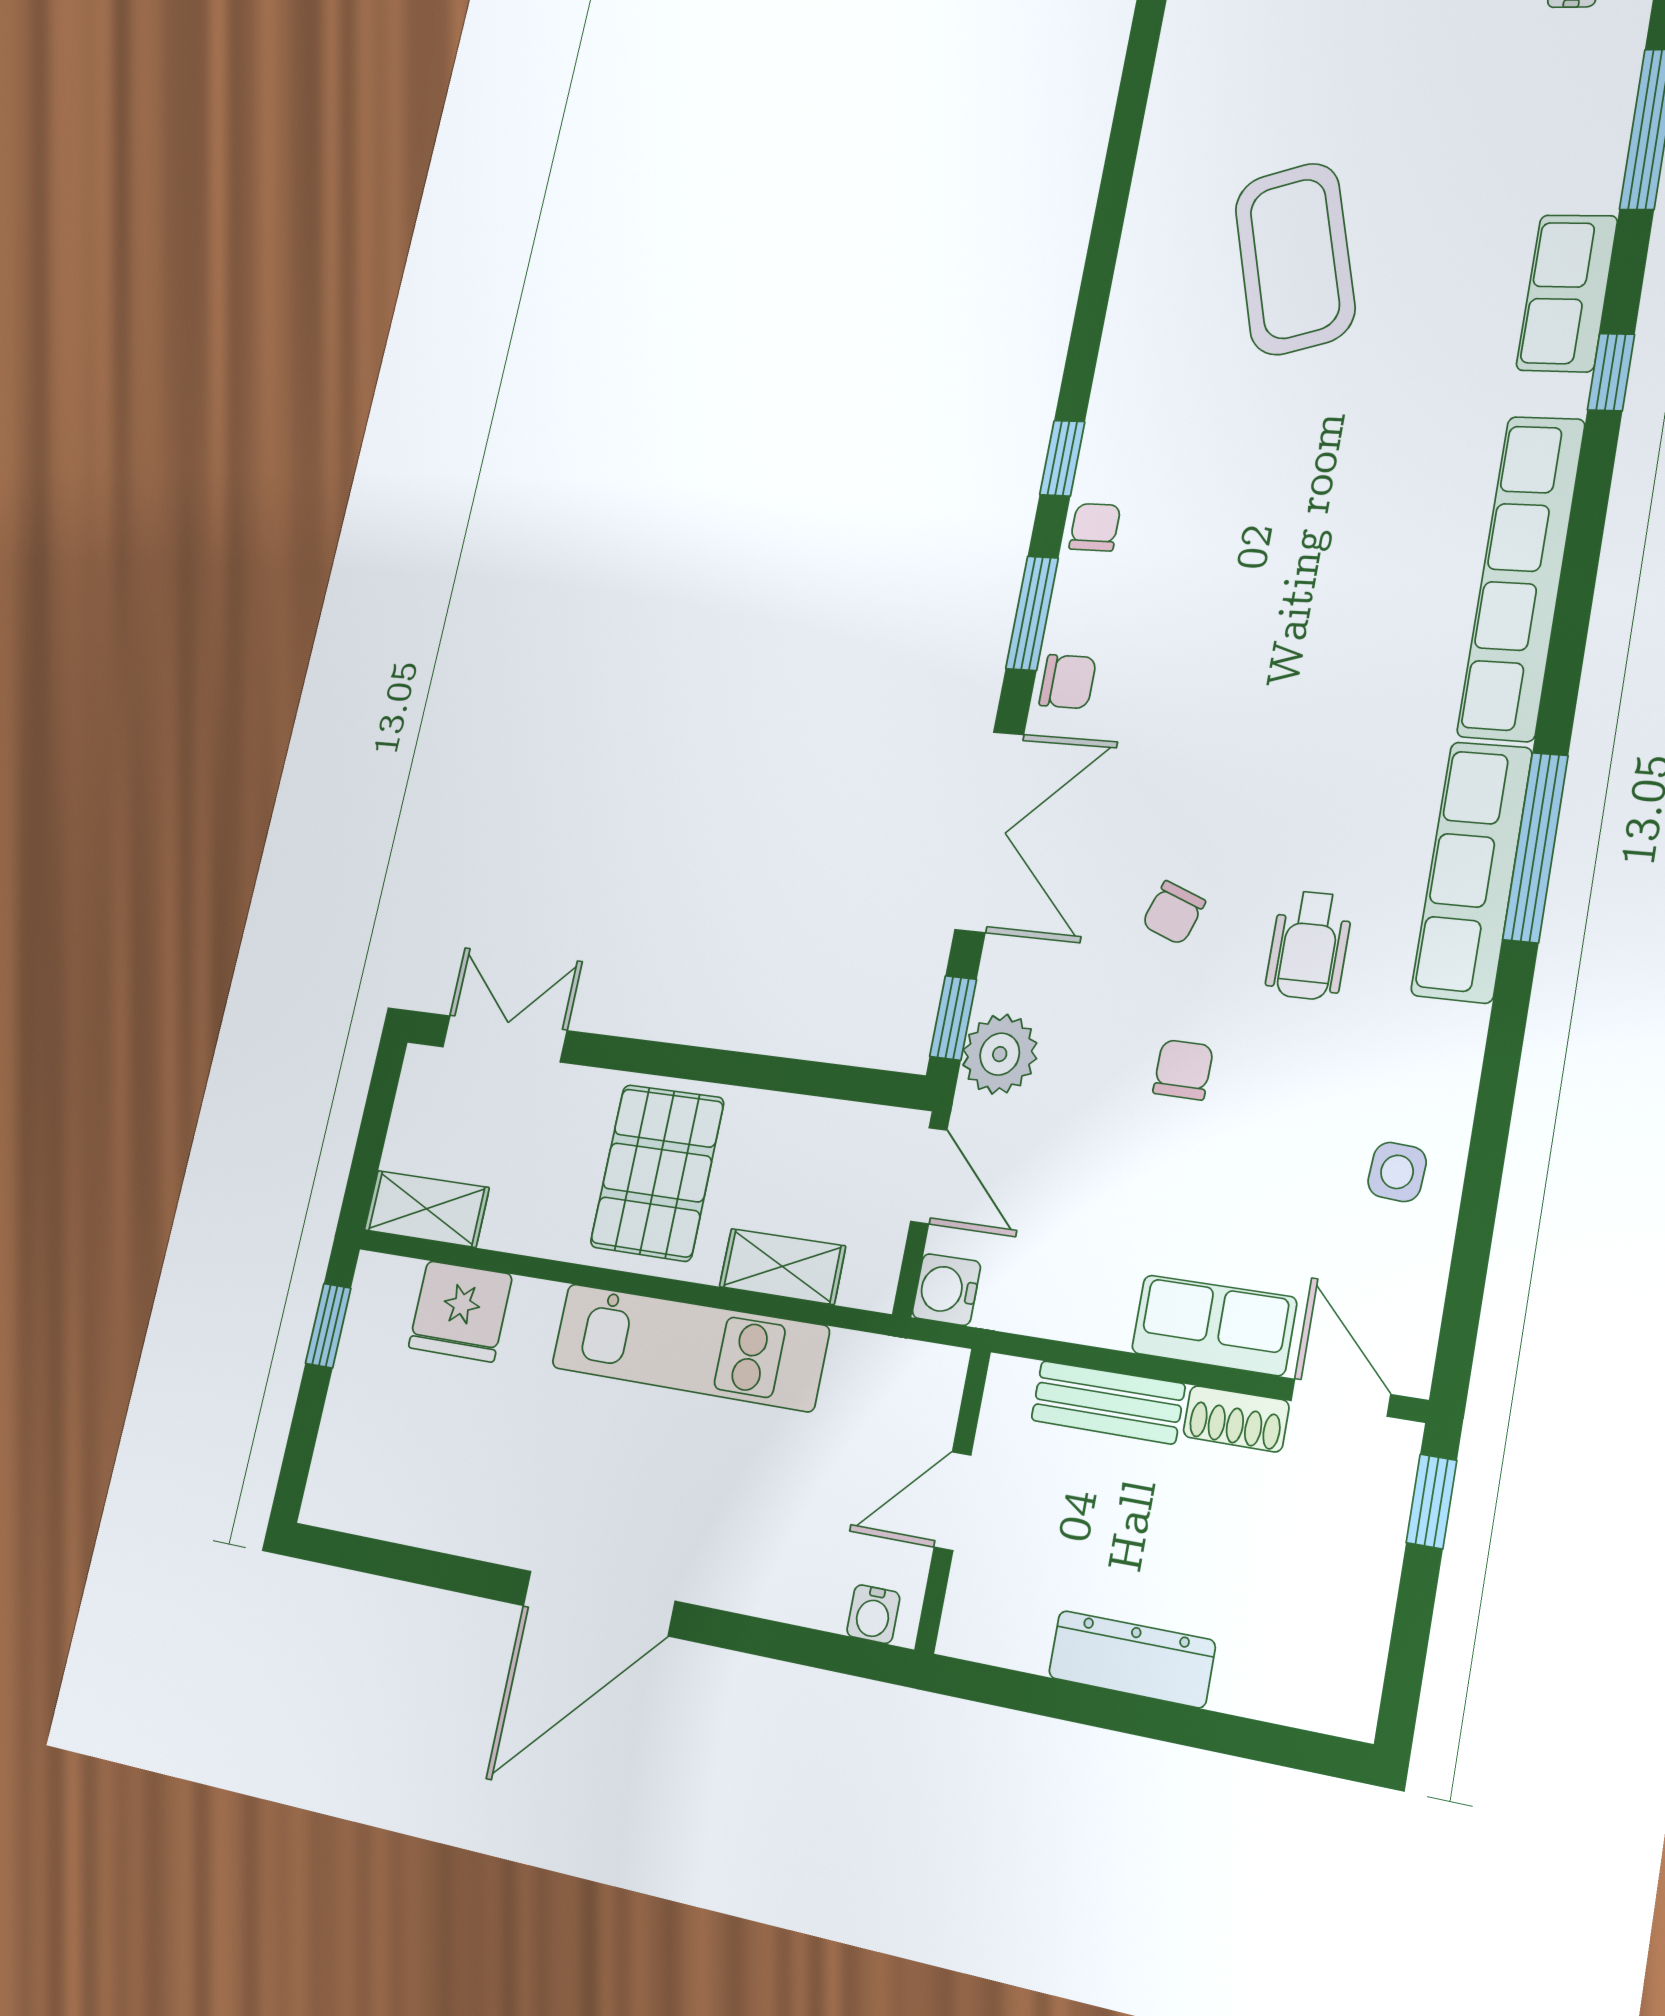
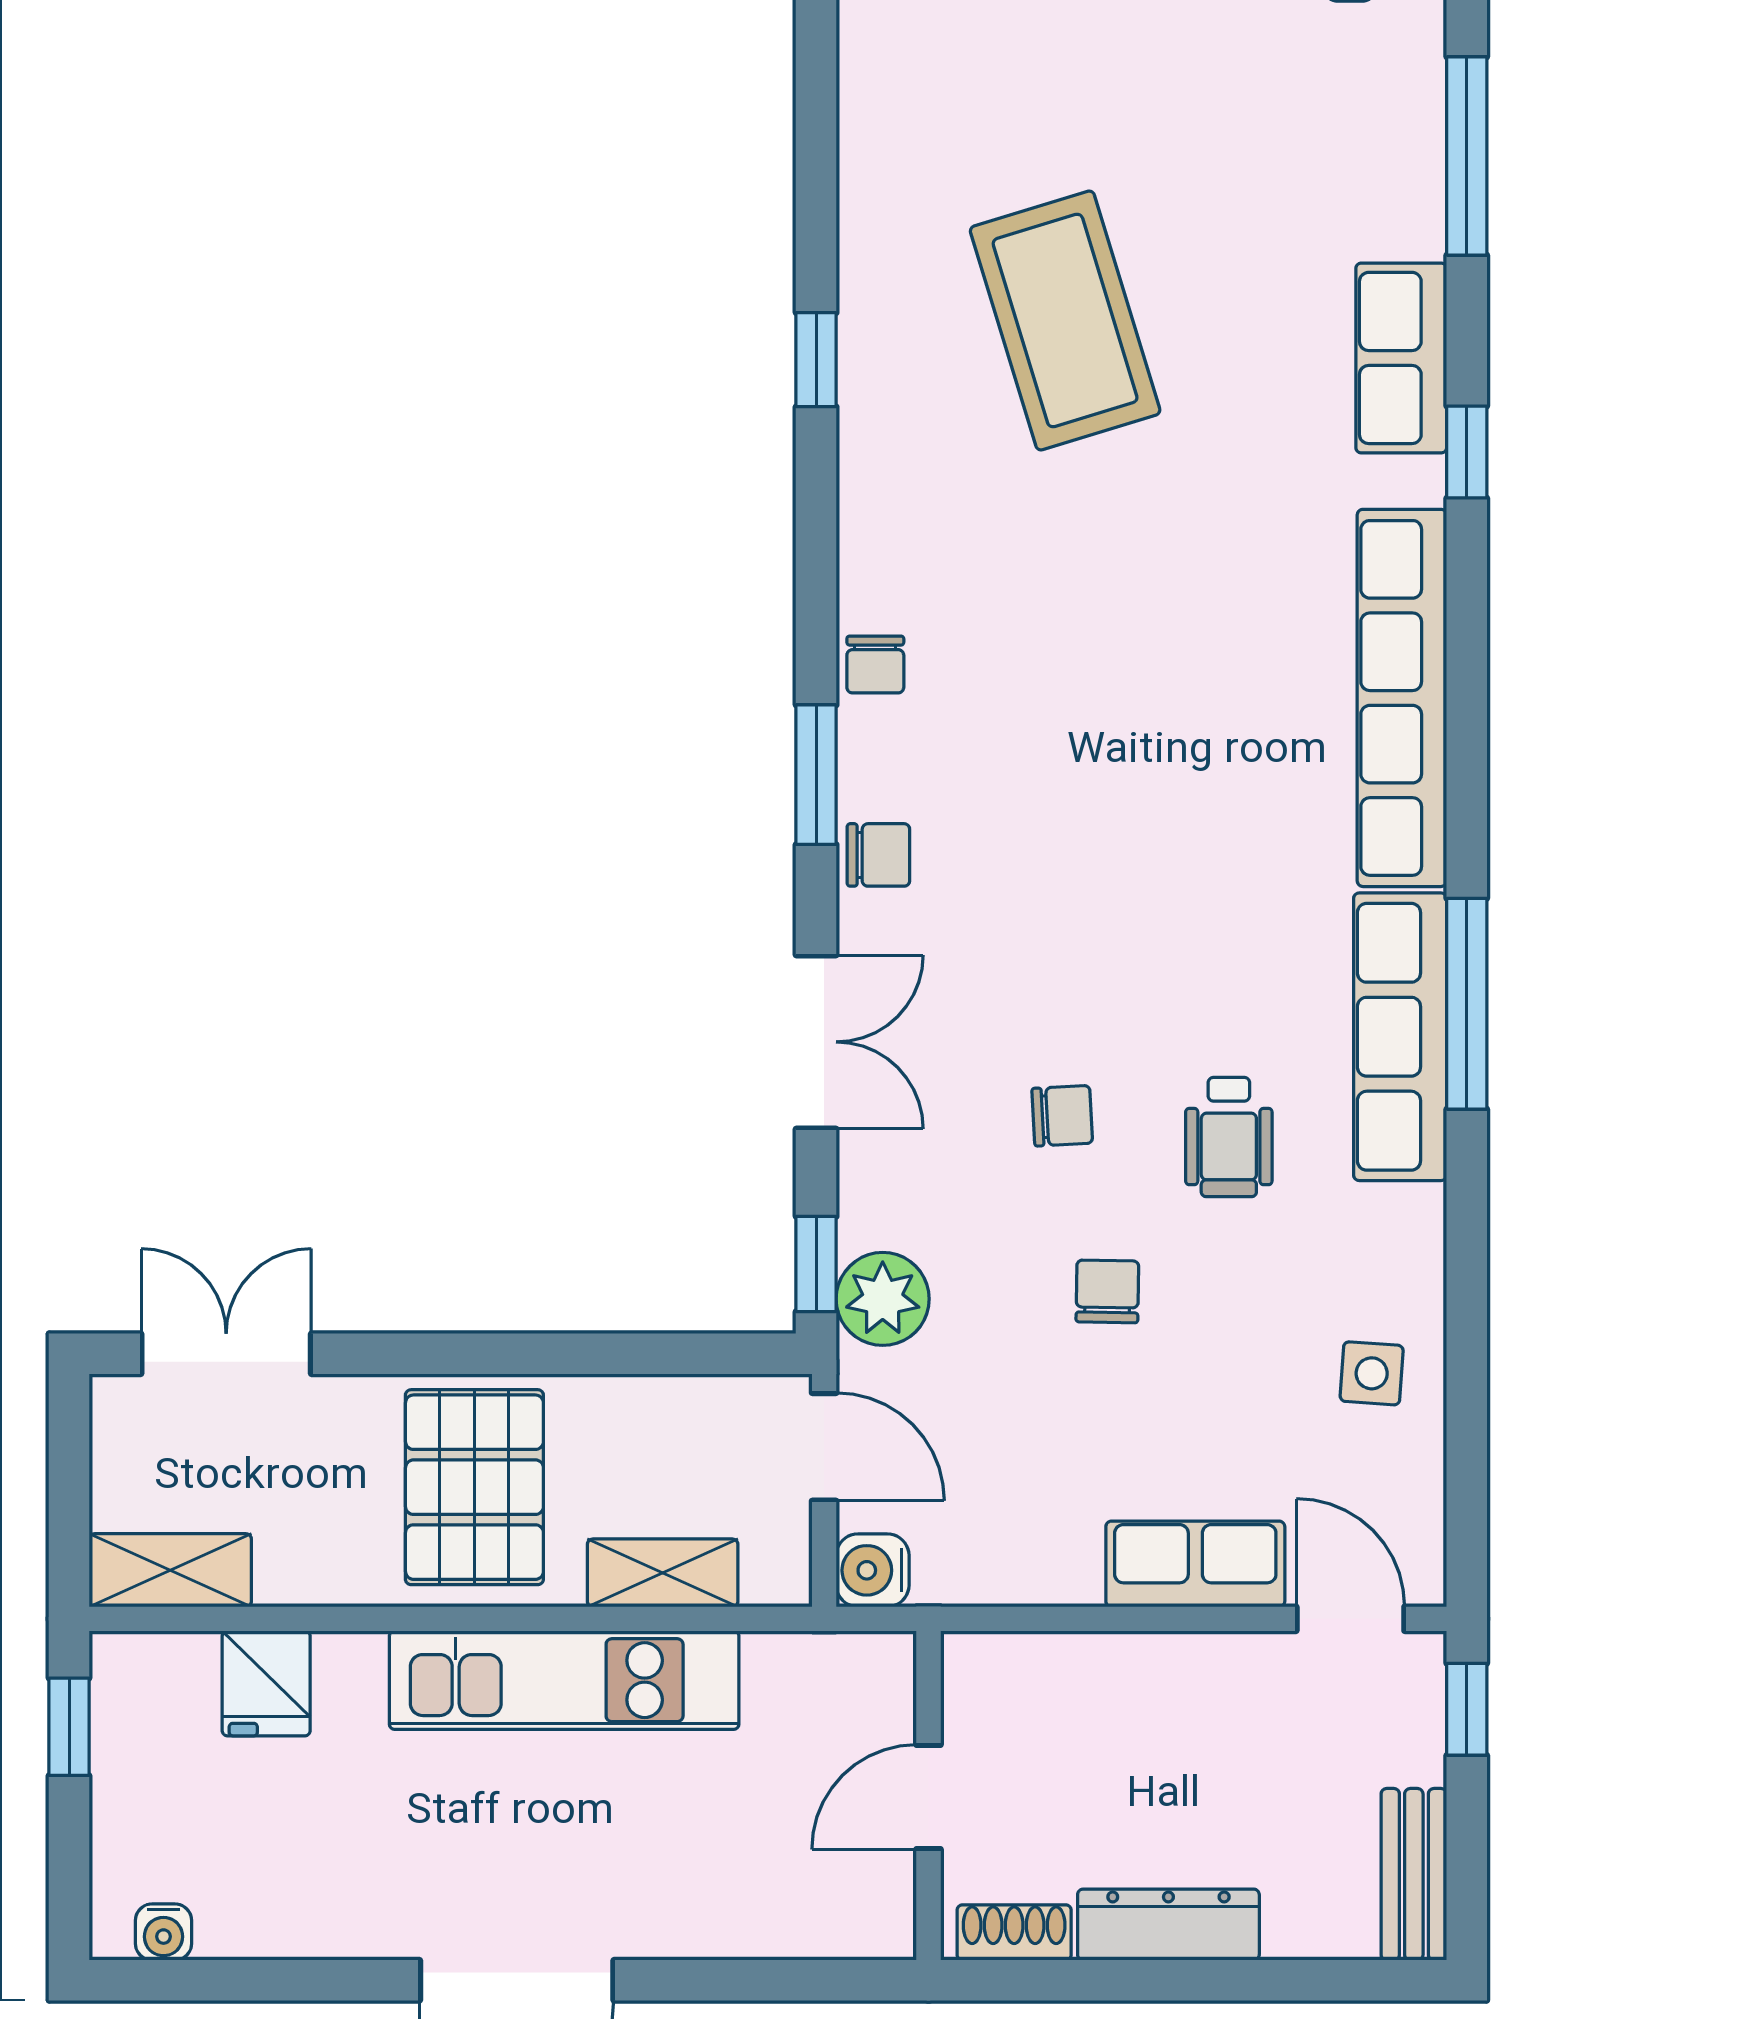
window: (1062, 458) -> (816, 360), moved
chair: (1095, 527) -> (875, 664), turned 180
double door: (989, 832) -> (816, 1042), width x0.73
chair: (1174, 913) -> (1062, 1116), turned -113
fridge: (460, 1311) -> (266, 1683), width x0.72
bench: (1108, 1402) -> (1414, 1874), moved, turned 90
shoe rack: (1236, 1419) -> (1014, 1932), moved, turned 180
water cooler: (873, 1614) -> (163, 1932), moved

